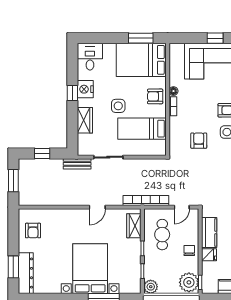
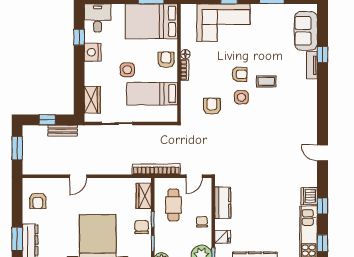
window: (72, 93) -> (79, 37), moved
armchair: (155, 96) -> (166, 60), turned 90
wardrobe: (85, 120) -> (92, 100), moved
bench: (77, 164) -> (63, 131), moved
door: (97, 207) -> (78, 176), moved
fridge: (209, 255) -> (223, 237), moved
chair: (132, 256) -> (142, 227), added

